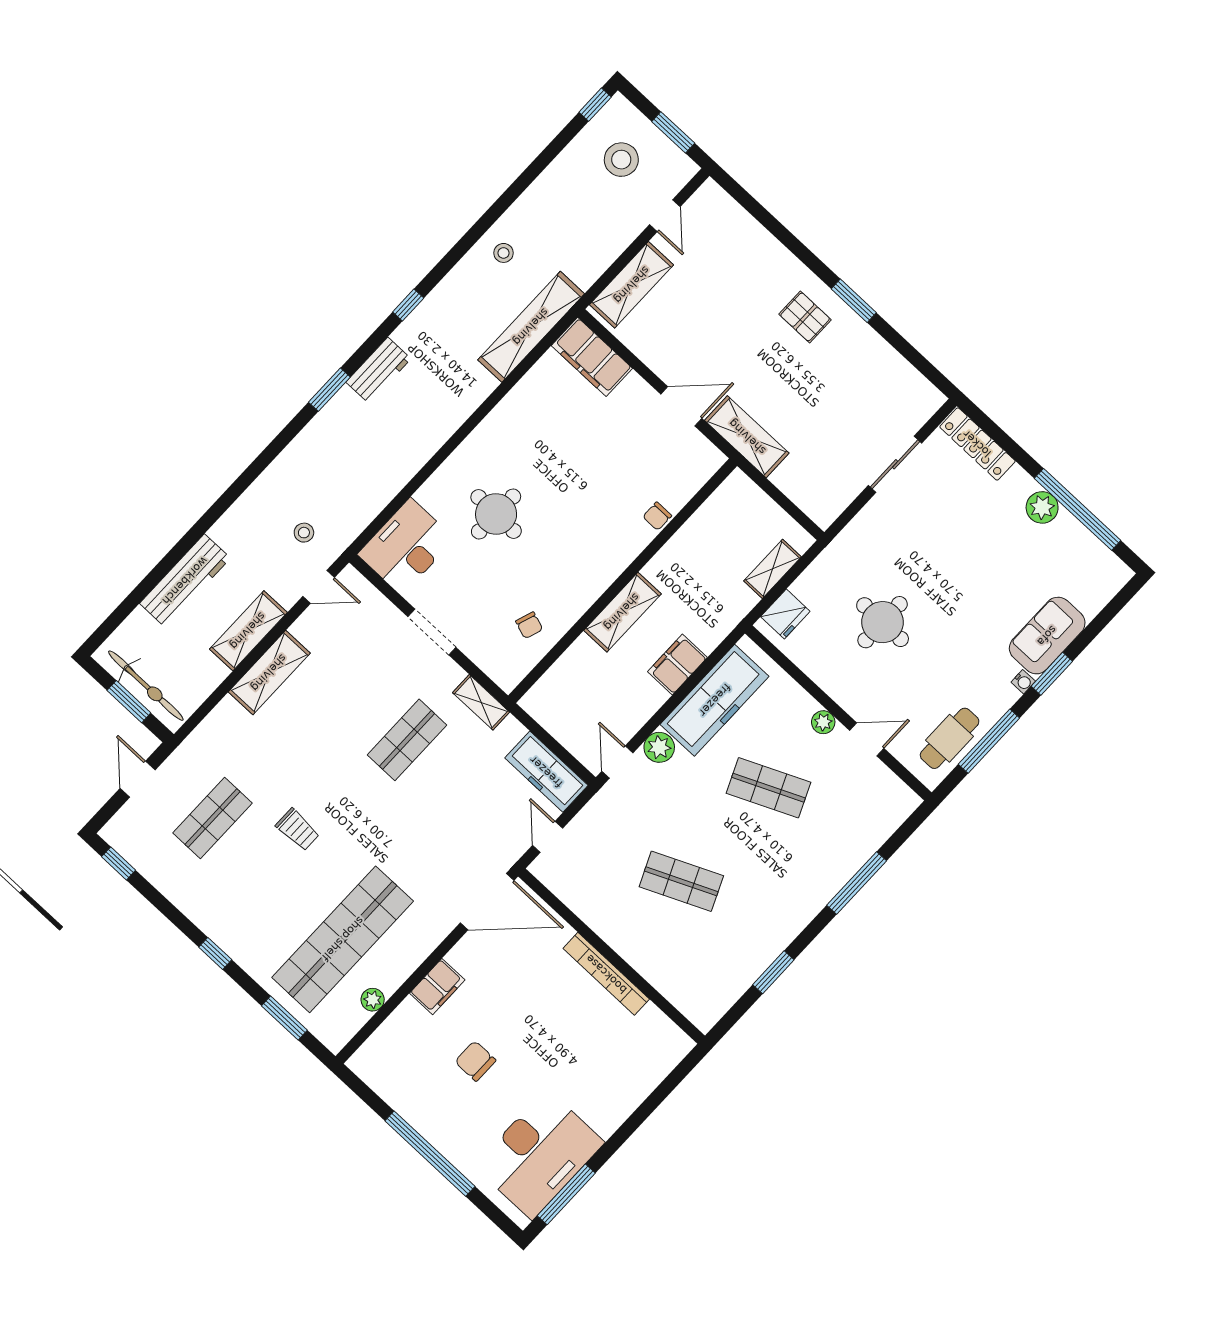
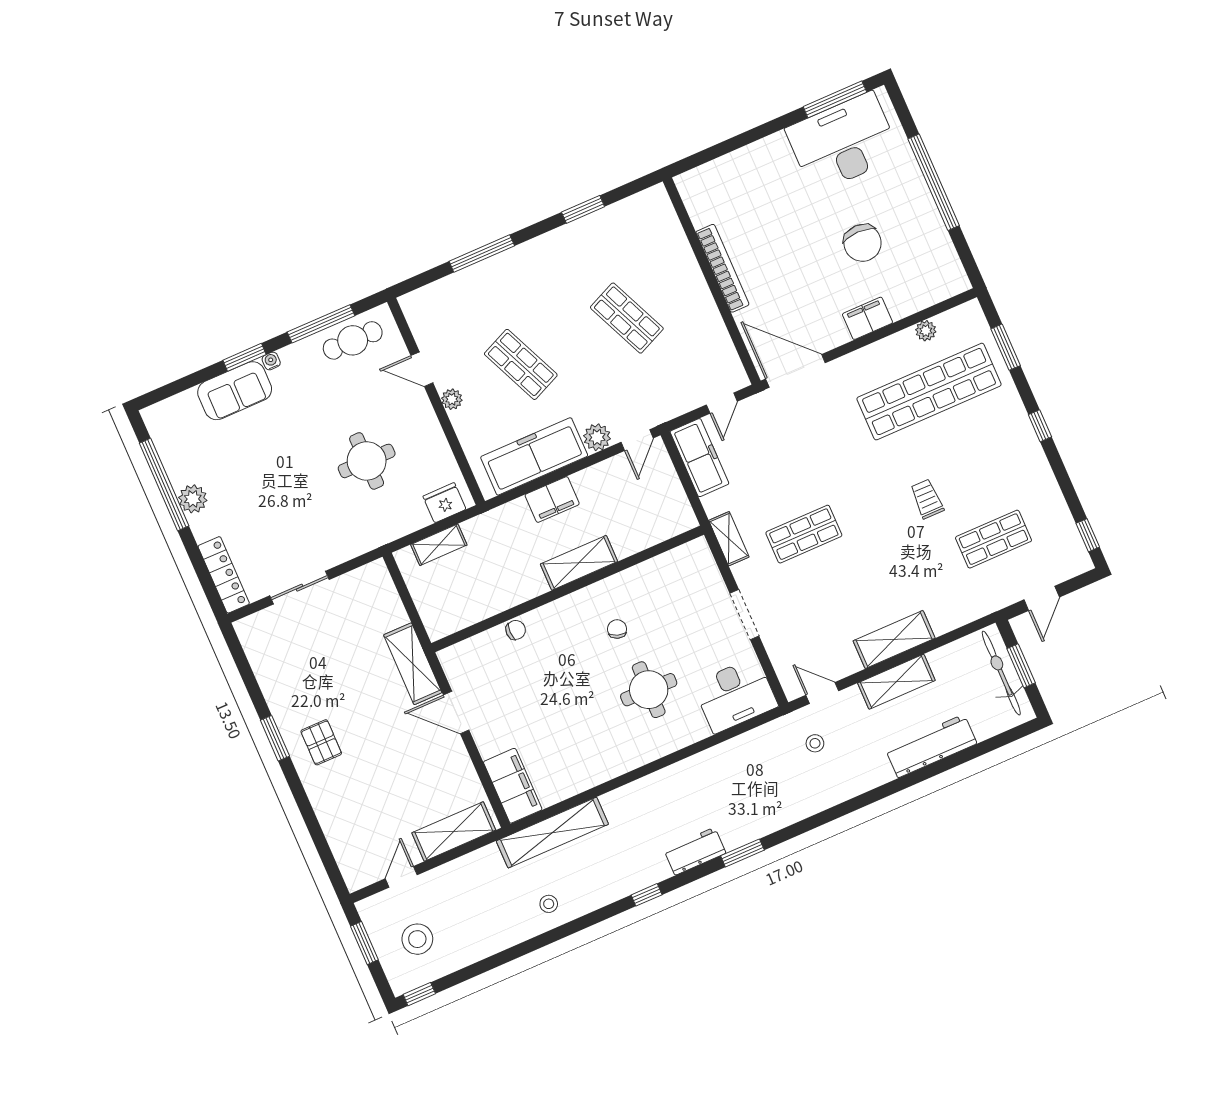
chair: (529, 625) -> (617, 629), moved
chair: (475, 1061) -> (862, 243), width x1.37, depth x1.37

